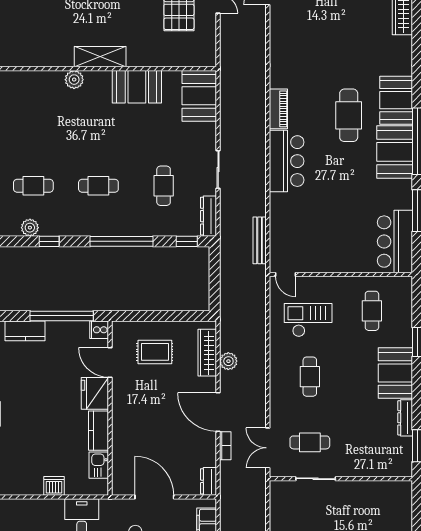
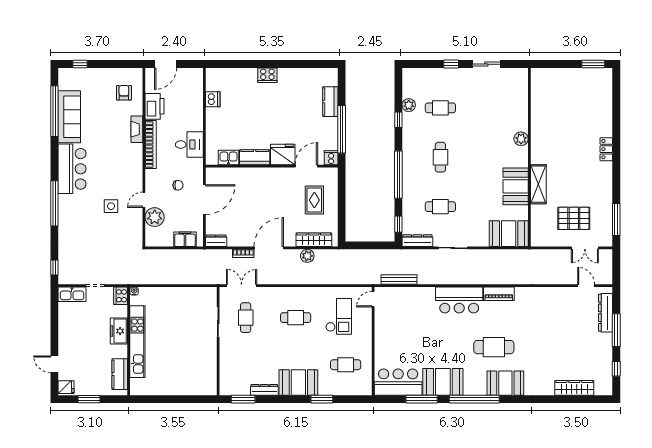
shelving: (100, 57) -> (538, 184), moved
booth: (395, 152) -> (443, 382), moved
cafe table: (33, 186) -> (440, 108), turned 90
dishwasher: (54, 486) -> (213, 99), moved

